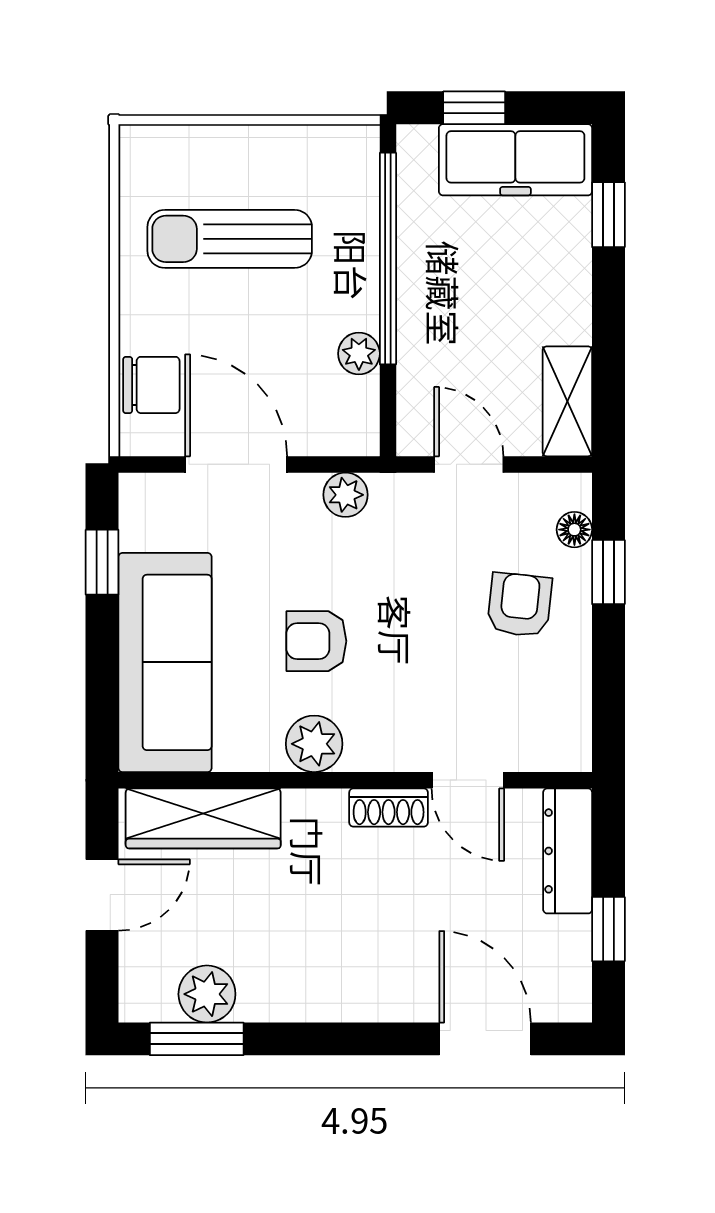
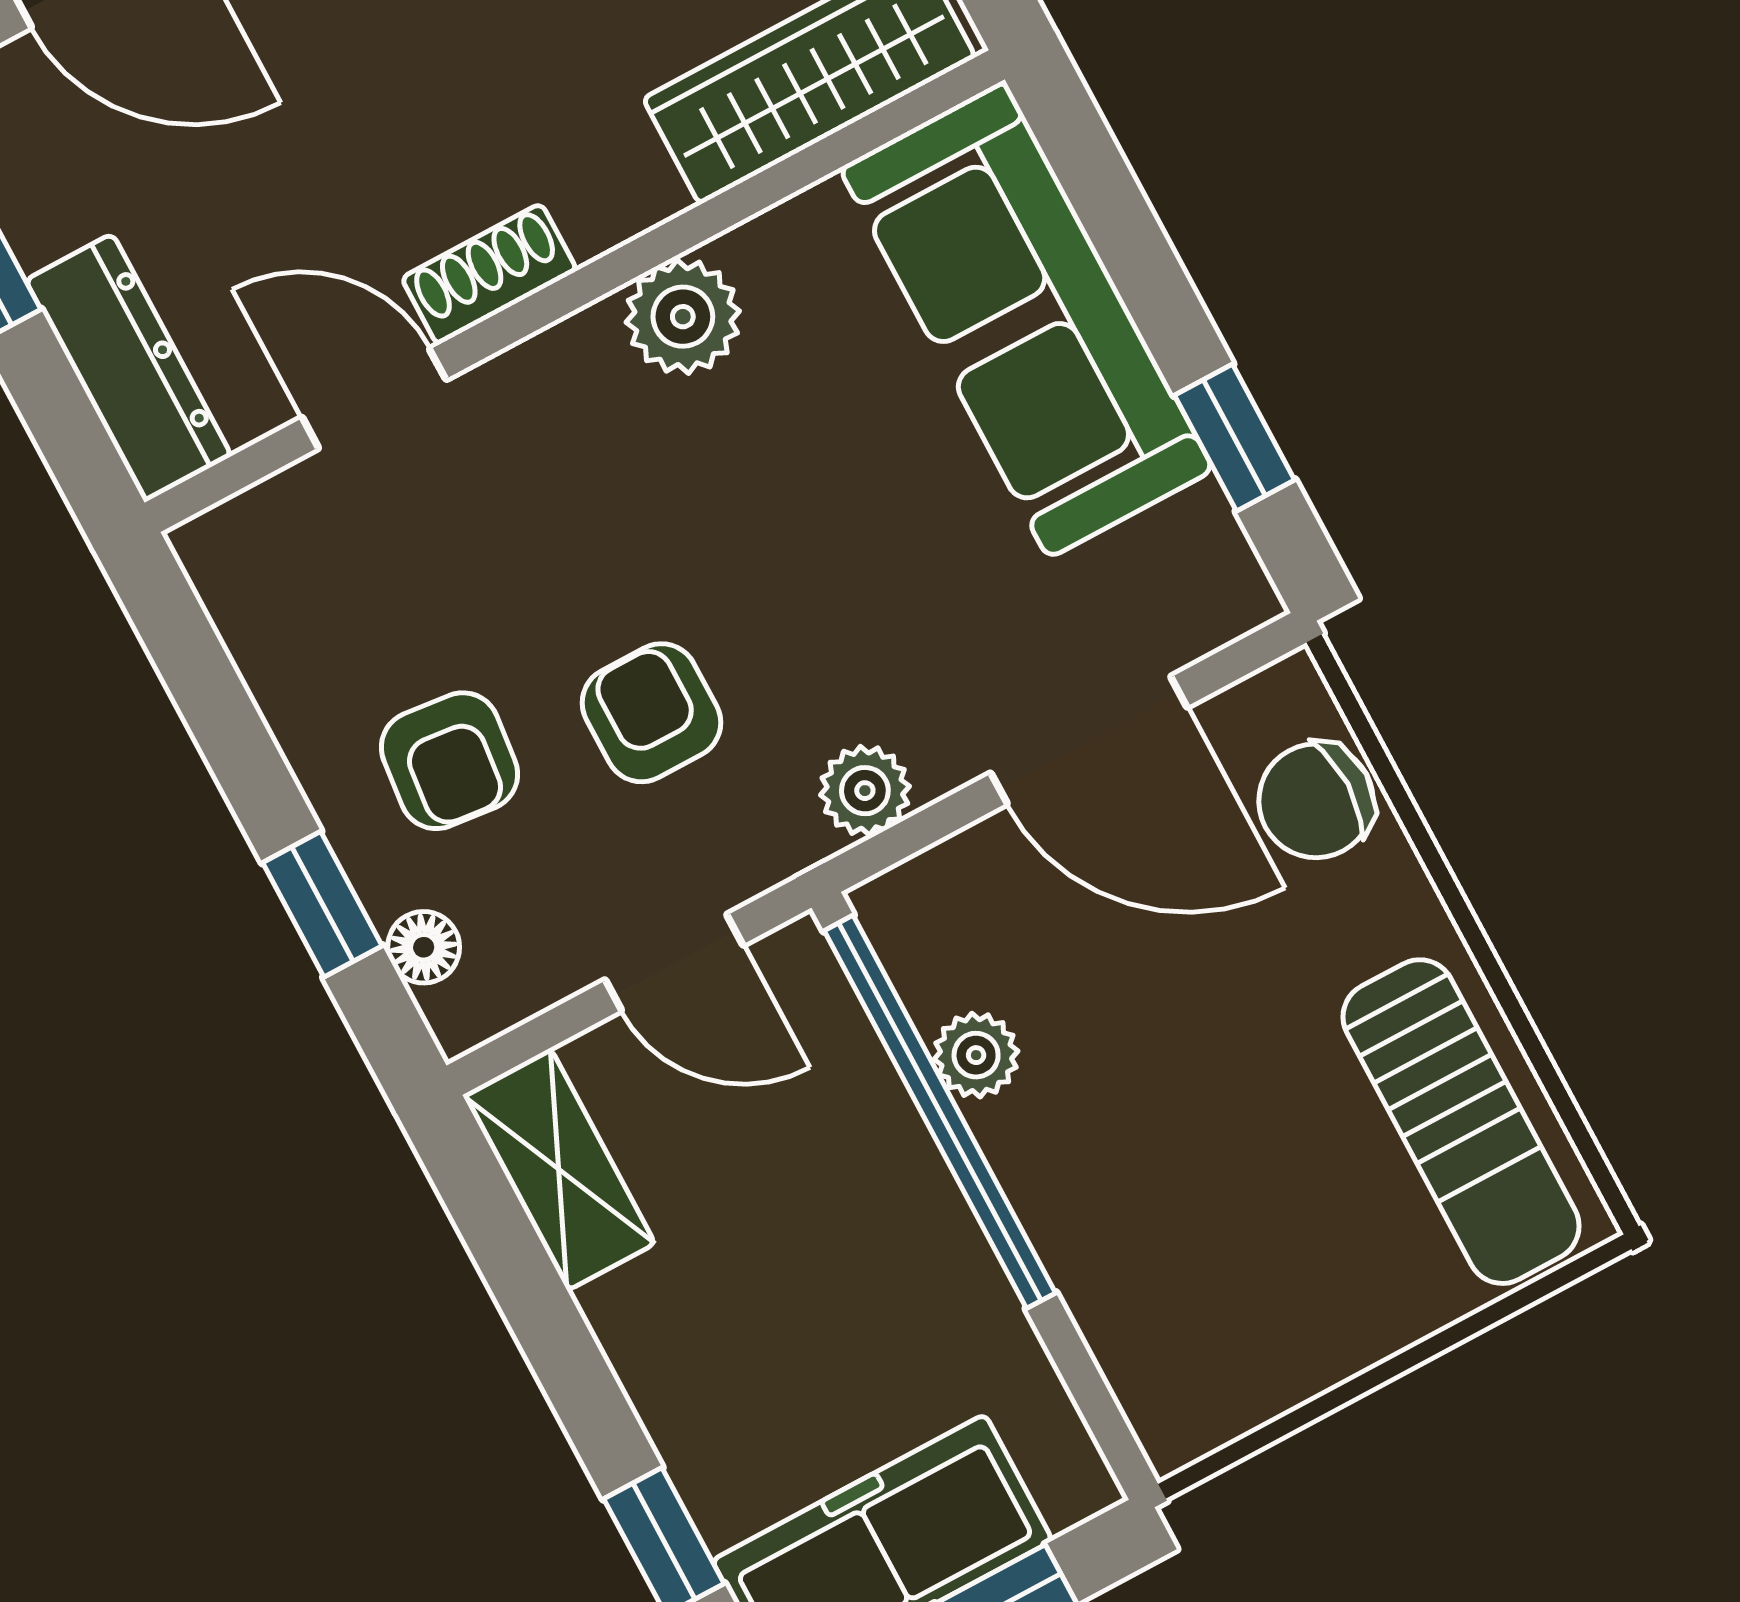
sun lounger: (230, 239) -> (1461, 1122), moved, turned 90
window: (388, 259) -> (940, 1112), moved
armchair: (316, 641) -> (651, 713), moved, turned -90

